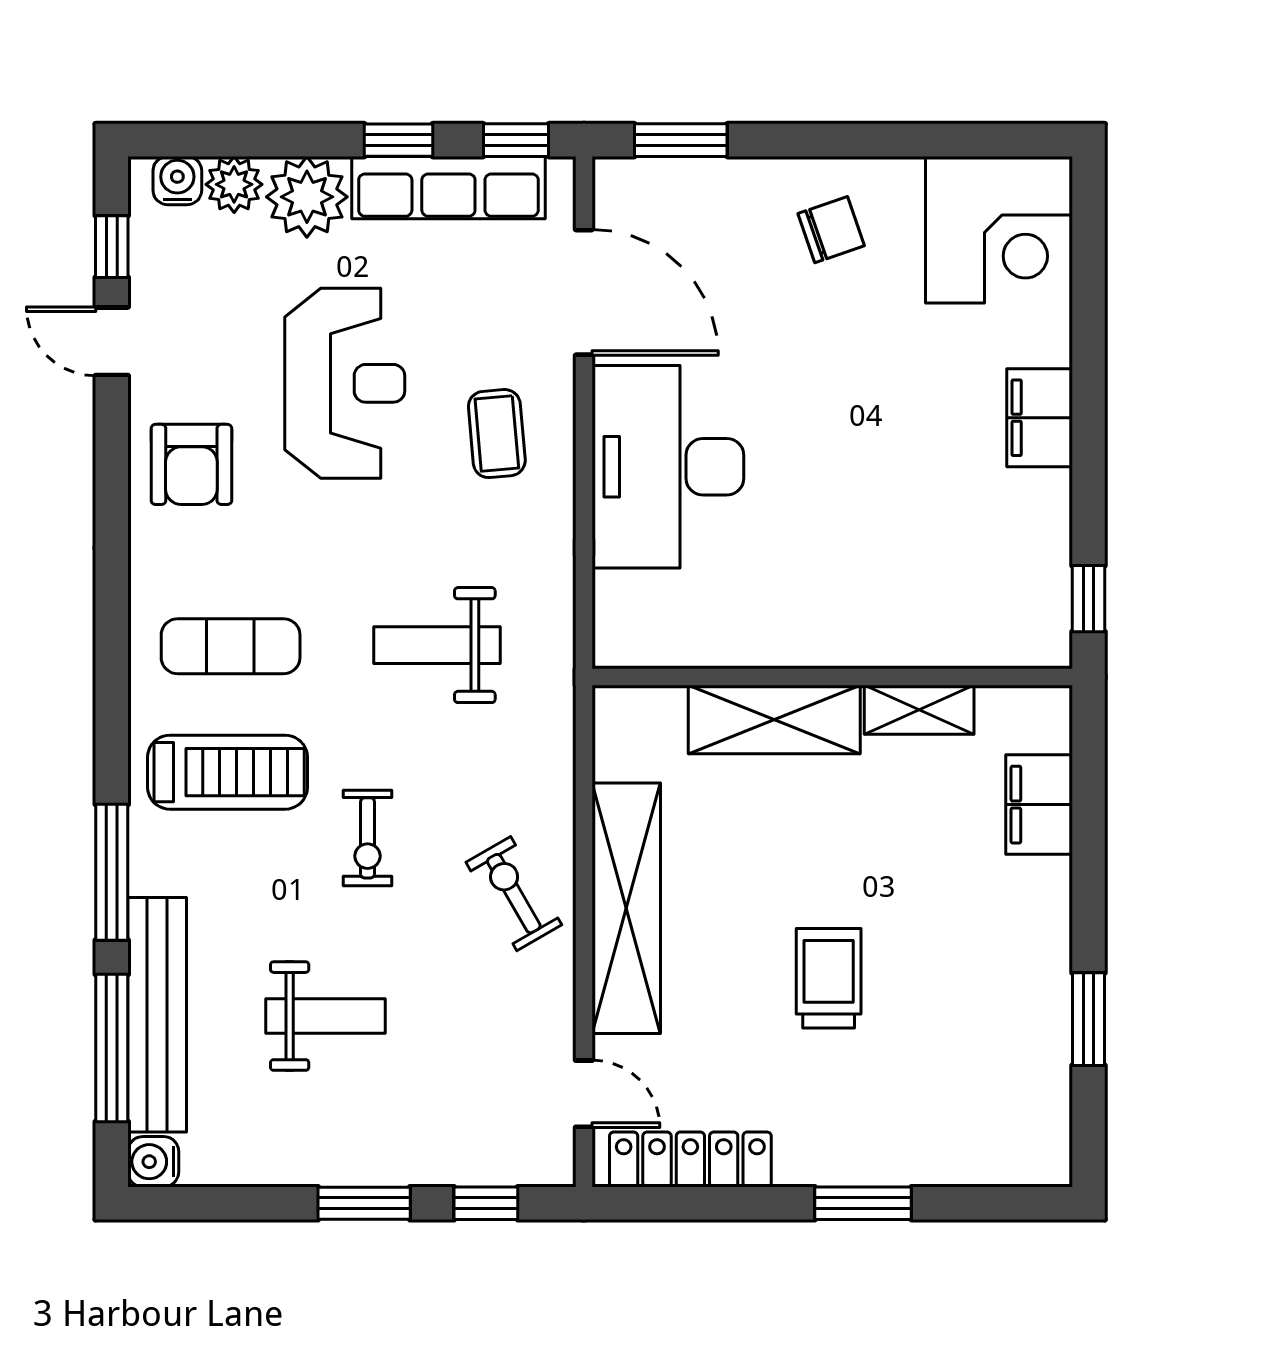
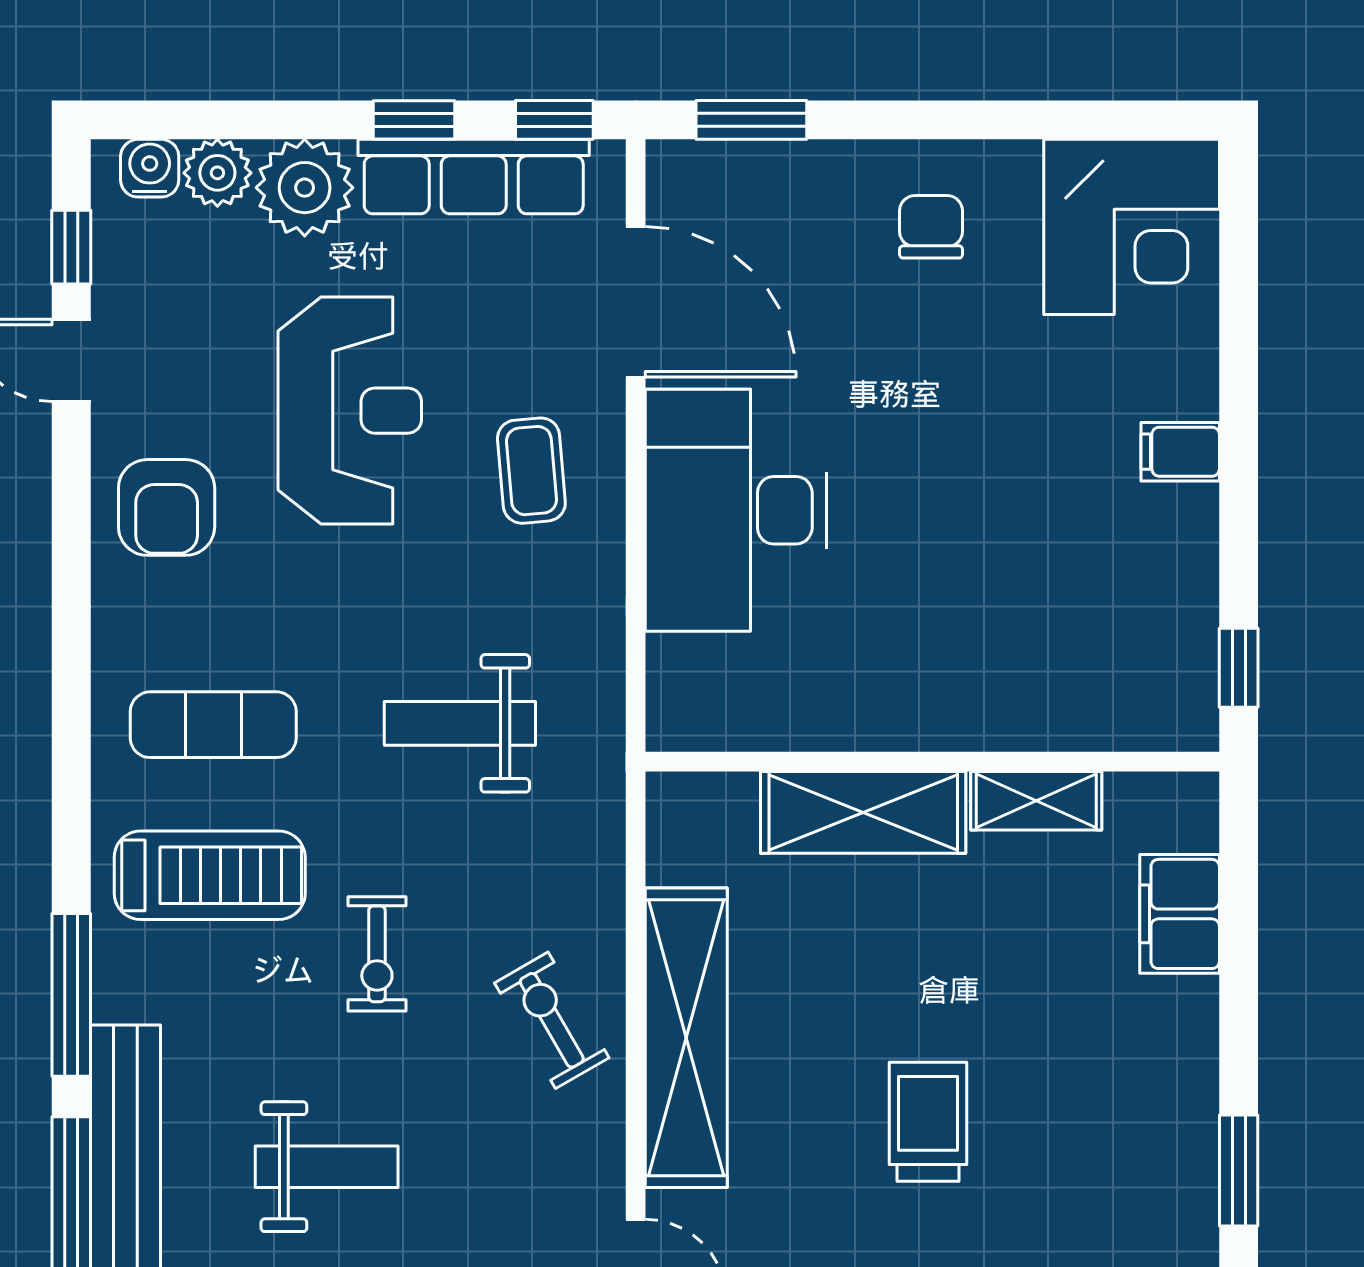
chair: (831, 230) -> (931, 227), turned -71
filing cabinet: (1040, 418) -> (1180, 452), width x0.50

